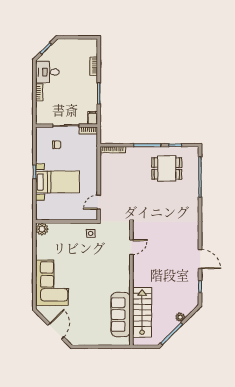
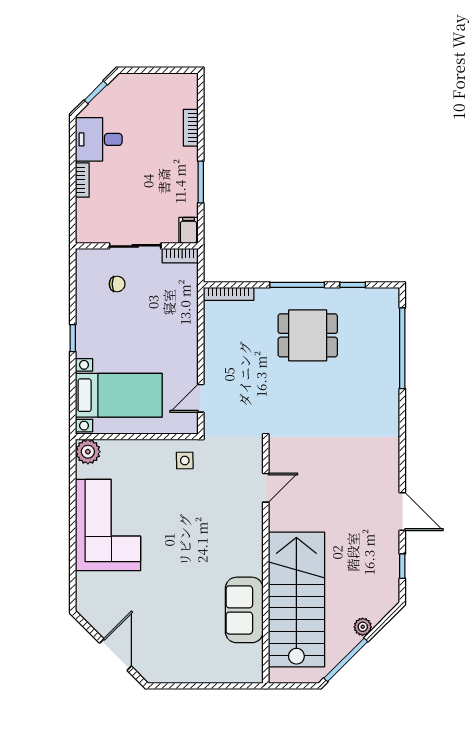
dining table: (167, 168) -> (308, 335), moved
bed with nightstands: (57, 182) -> (119, 395), moved
corner sofa: (52, 283) -> (108, 525), moved
stairs: (142, 312) -> (296, 600), width x1.36, depth x1.51
sofa: (121, 315) -> (244, 610), width x0.73

